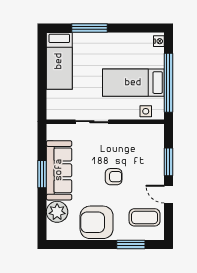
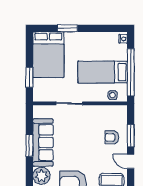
window: (90, 28) -> (67, 28), width x0.69
bed: (59, 61) -> (48, 55), width x1.50
window: (42, 89) -> (29, 77), added
armchair: (114, 177) -> (112, 137), moved, turned 180

